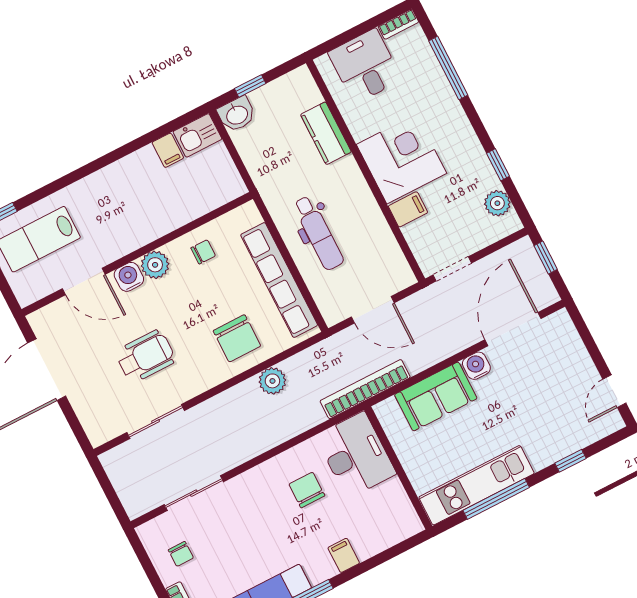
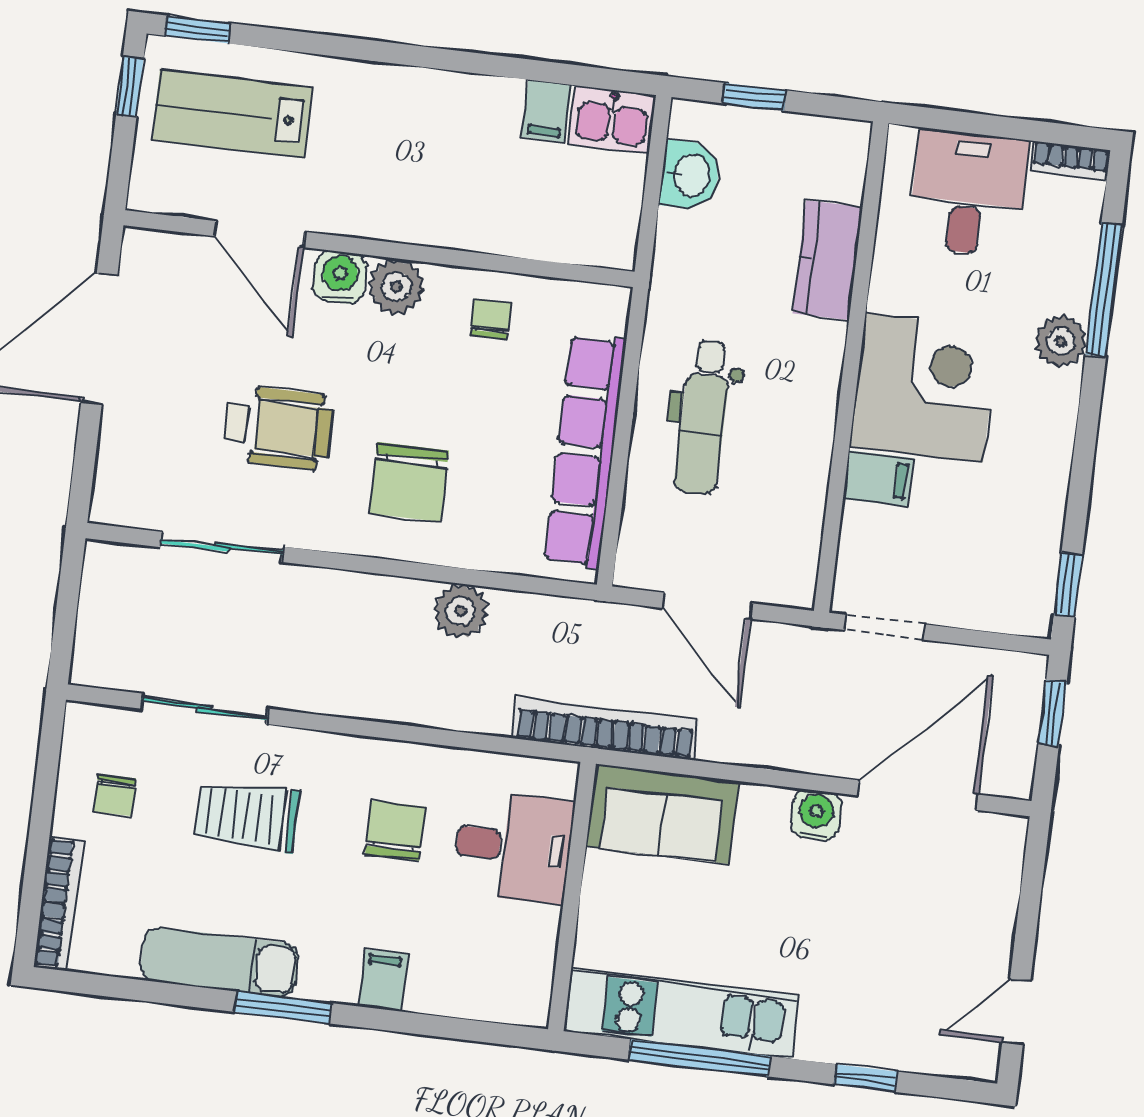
washbasin: (237, 114) -> (690, 175), moved, turned -90
window: (498, 165) -> (1068, 585), moved
plant: (497, 203) -> (1061, 341), moved
chair: (203, 252) -> (491, 319), turned -90
chair: (237, 338) -> (409, 482), moved
sofa: (436, 396) -> (662, 814), moved
desk: (356, 455) -> (513, 847), width x0.73
trolley: (242, 526) -> (247, 816), added

